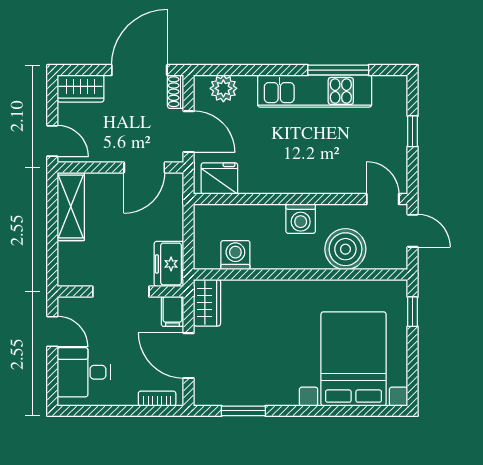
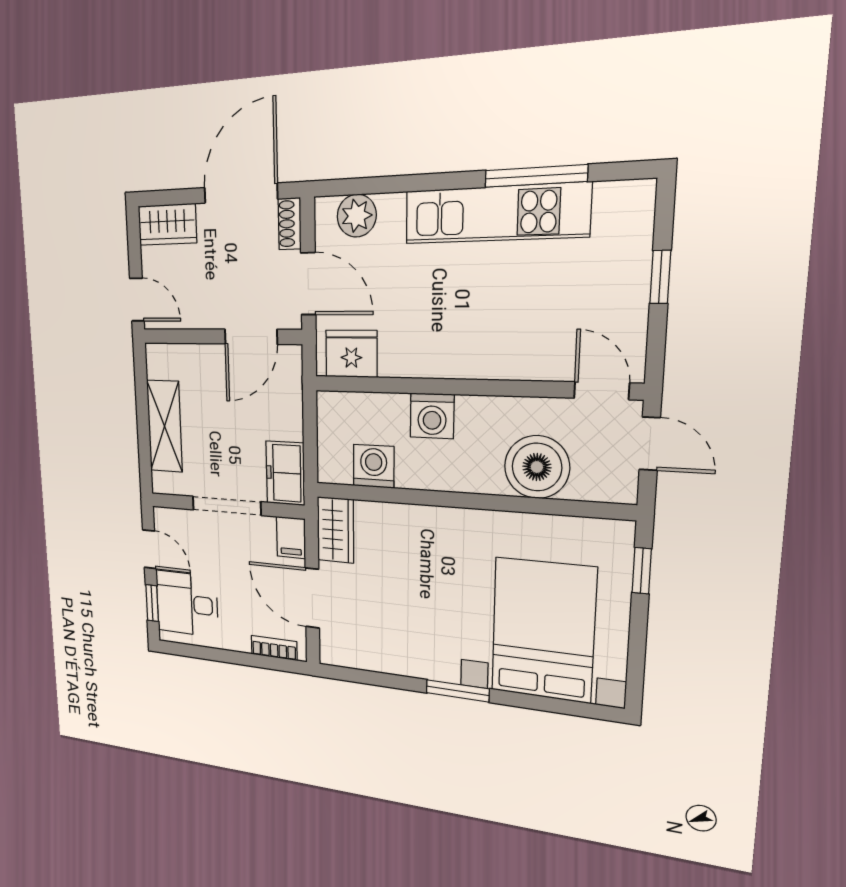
shelving: (71, 206) -> (164, 426), moved
washing machine: (301, 219) -> (432, 416), moved
window: (52, 376) -> (152, 603), added
window: (243, 411) -> (458, 691), moved

